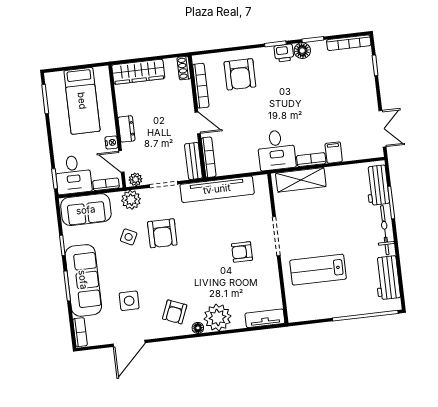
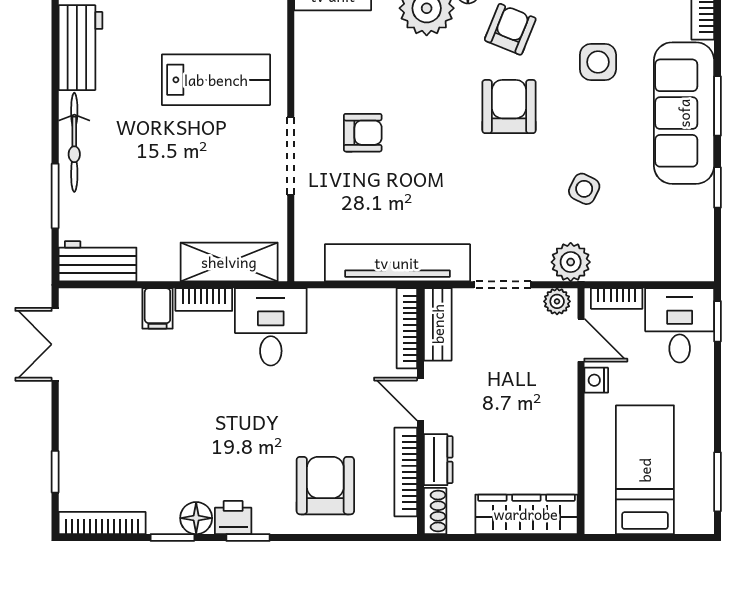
dresser: (126, 129) -> (438, 460), moved, turned 180
workbench: (377, 185) -> (97, 261), moved, turned -90
sofa: (86, 210) -> (662, 253), removed
armchair: (162, 233) -> (509, 107), moved

